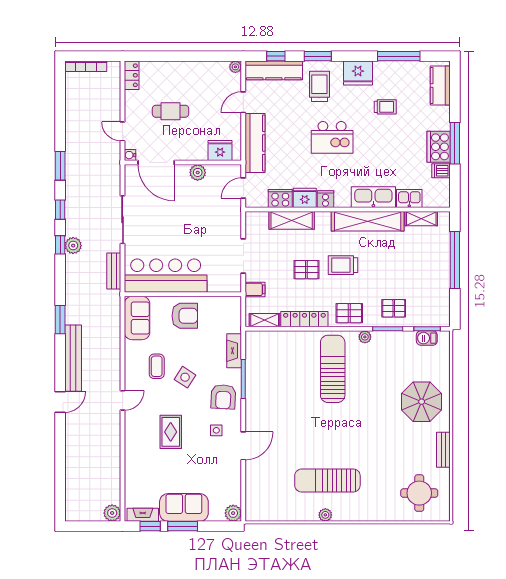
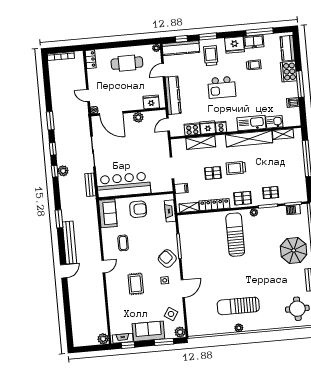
freezer: (388, 71) -> (254, 42), added
cafe table: (171, 111) -> (127, 63), moved, width x1.37, depth x1.35
cooker: (439, 147) -> (289, 72), moved
fireplace: (234, 351) -> (170, 211), moved
side table: (185, 377) -> (171, 314), moved
armchair: (223, 397) -> (167, 259), turned 136
window: (183, 526) -> (164, 342), moved

